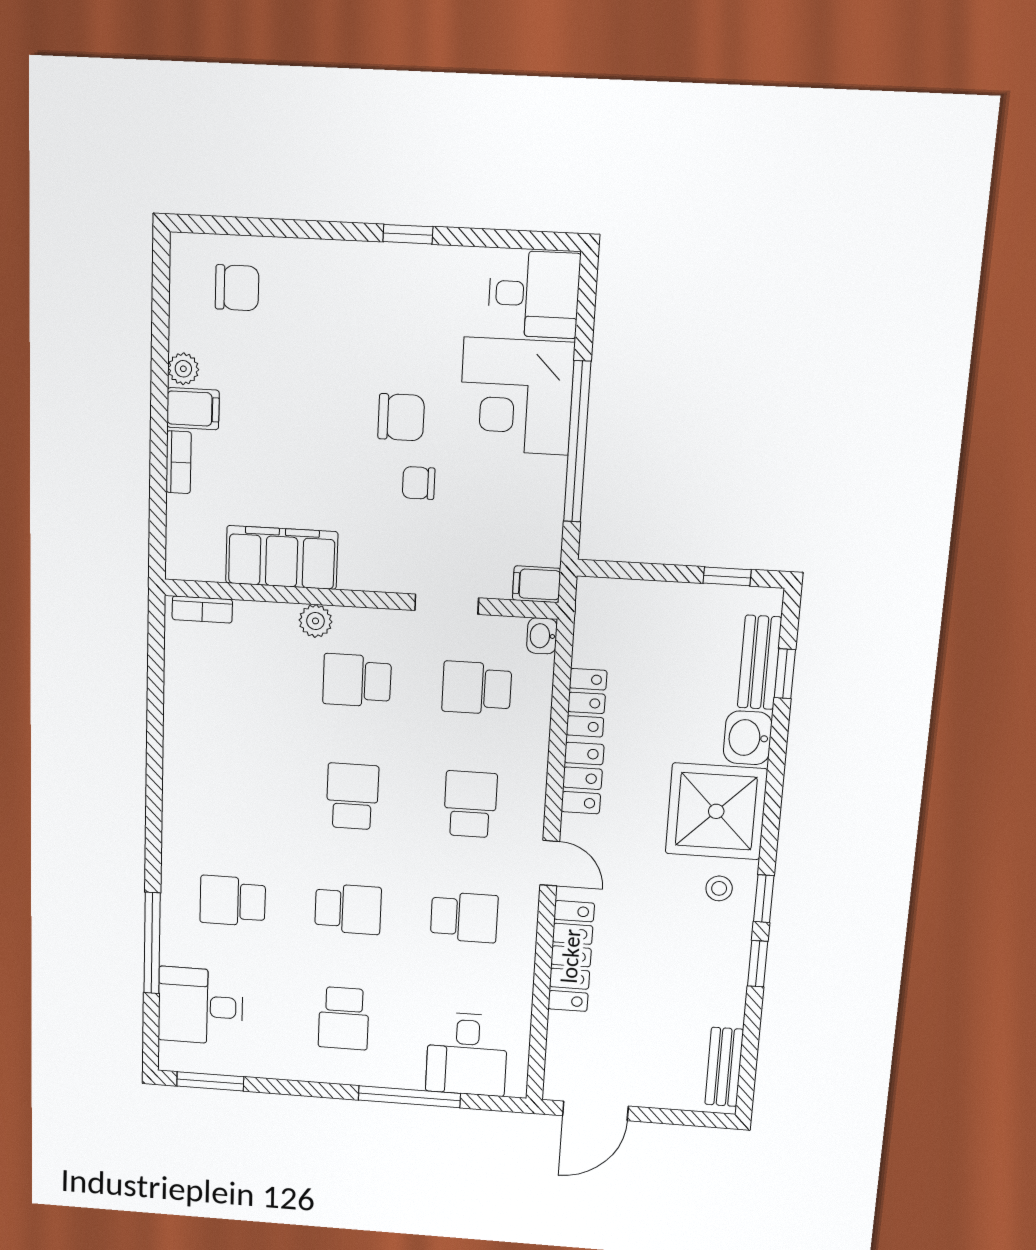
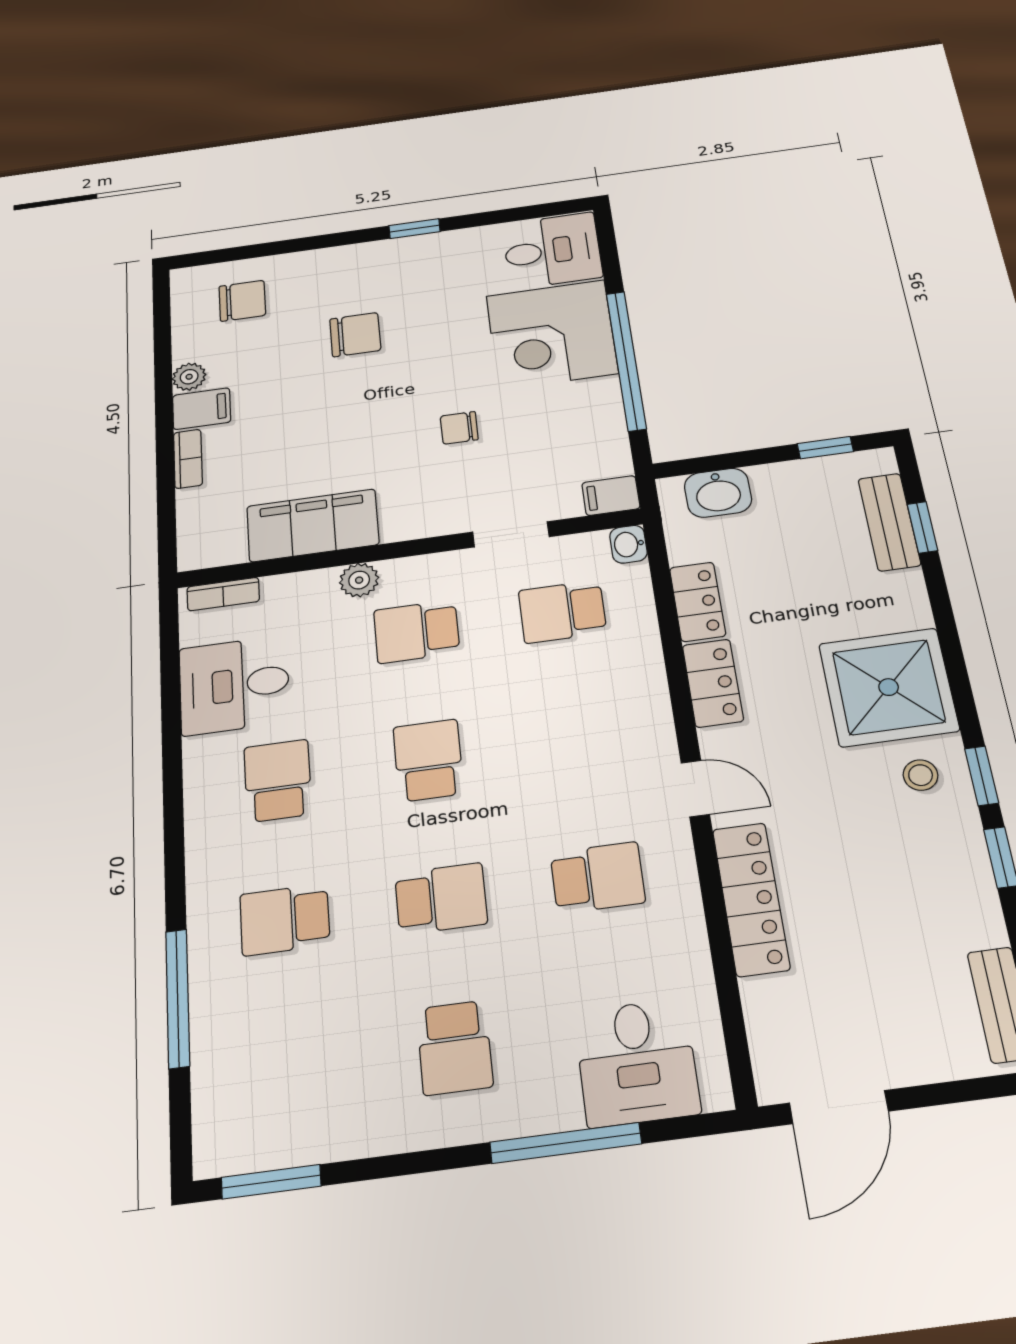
chair: (401, 417) -> (355, 335), moved
washbasin: (748, 738) -> (718, 493), moved, turned -90
school desk: (470, 804) -> (278, 781), moved
desk: (200, 1006) -> (234, 685), moved

